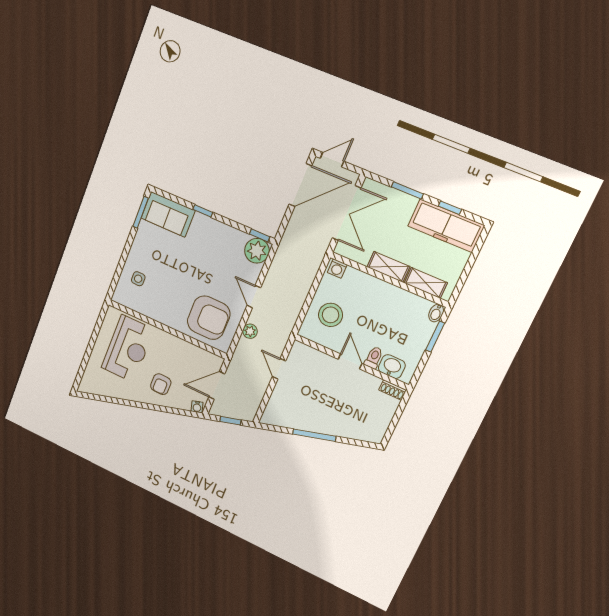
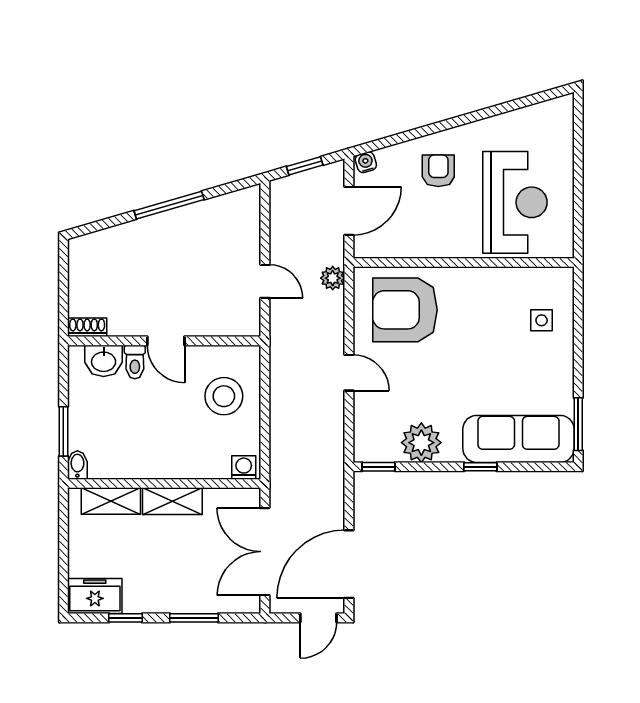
sofa: (168, 214) -> (518, 439), width x1.36
freezer: (446, 226) -> (95, 596), width x0.52, depth x0.79
plant: (257, 251) -> (421, 443), moved
plant: (250, 331) -> (333, 278), moved
reception desk: (128, 349) -> (515, 202), turned 180

